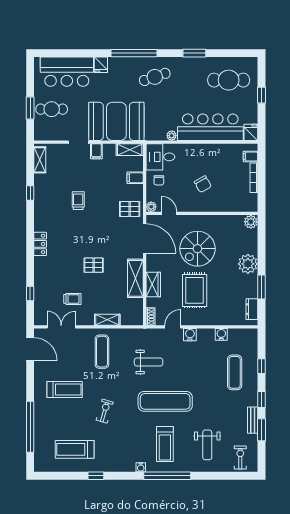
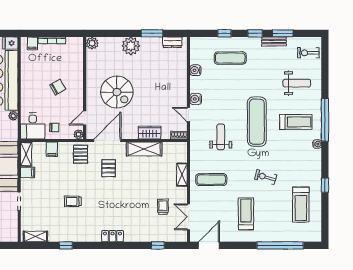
filing cabinet: (96, 151) -> (28, 173), moved
pallet: (94, 265) -> (109, 168), moved
rug: (195, 290) -> (155, 95), removed

